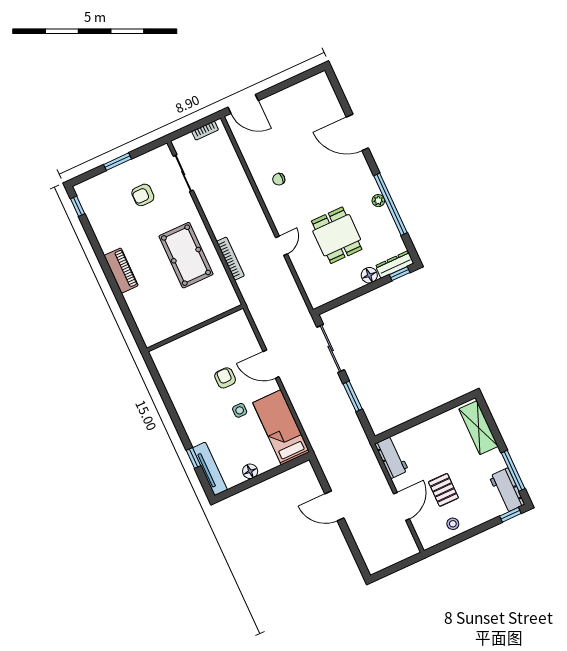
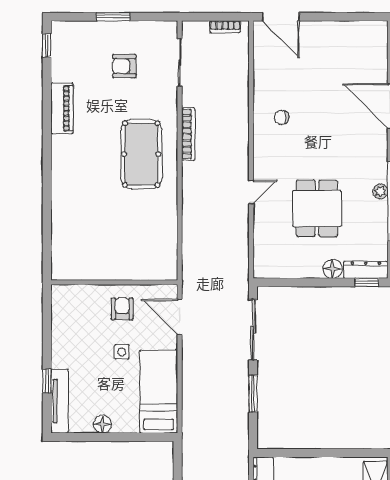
bookcase: (230, 259) -> (188, 134), moved
piano: (121, 271) -> (62, 108), moved
wall: (195, 328) -> (114, 282), moved

